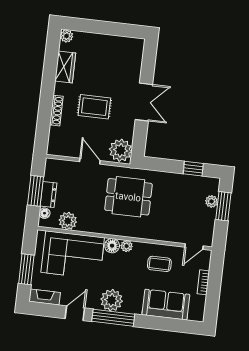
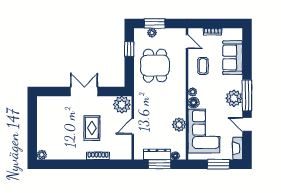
wardrobe: (65, 67) -> (65, 153), removed
dresser: (48, 195) -> (157, 154), width x1.44
dining table: (128, 197) -> (155, 66), moved
plant: (68, 221) -> (179, 125), moved

